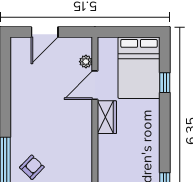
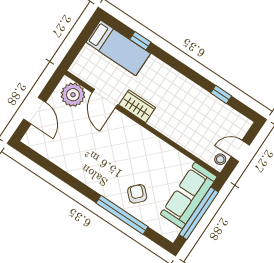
plant: (86, 62) -> (73, 95), width x1.87, depth x1.87
bed: (139, 68) -> (118, 48), width x0.67

